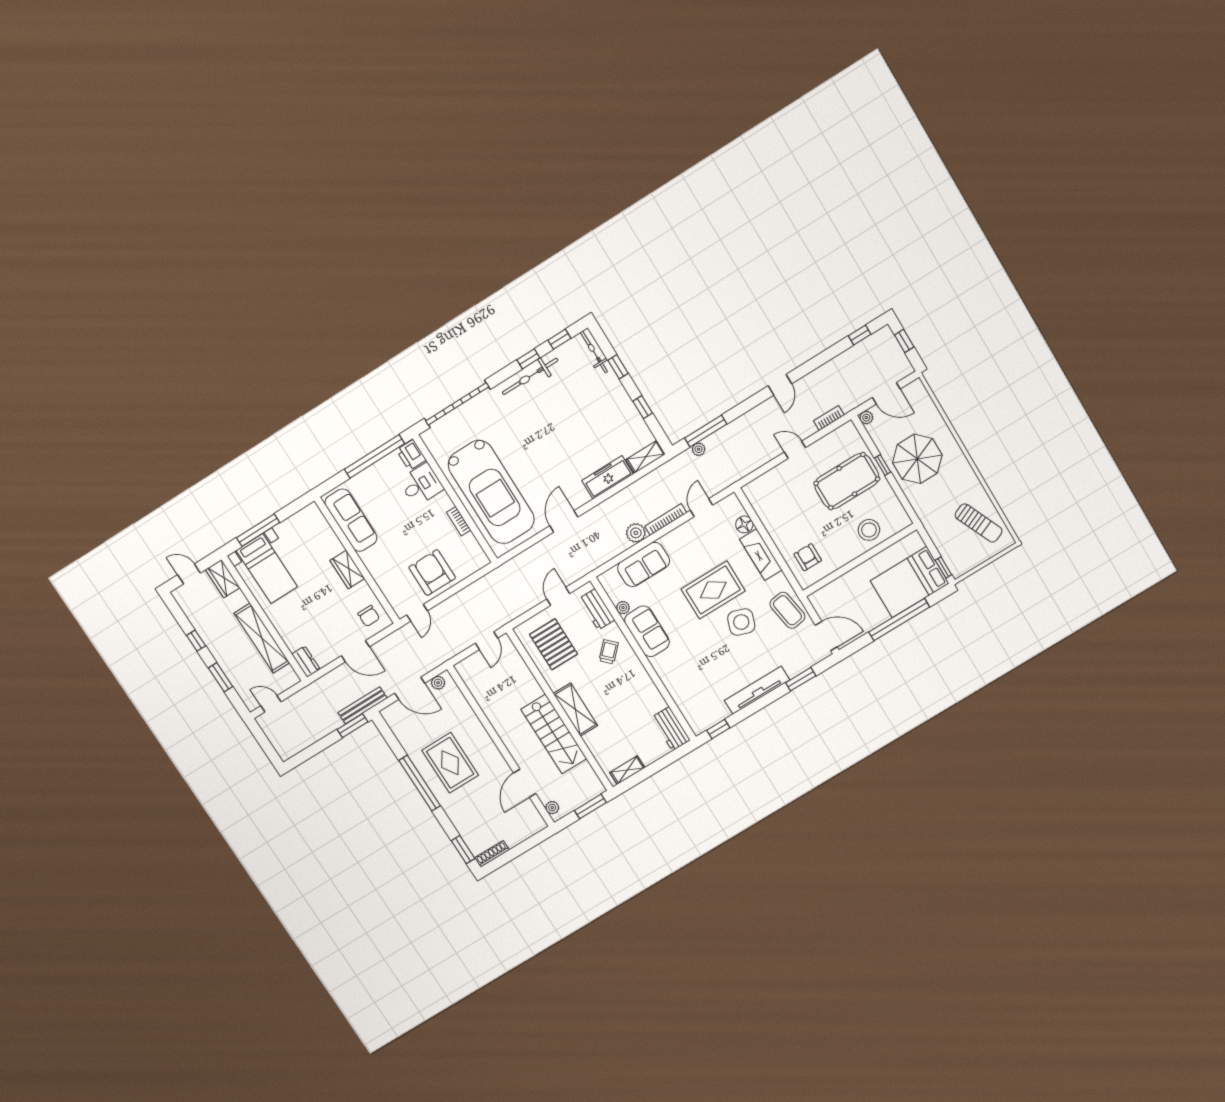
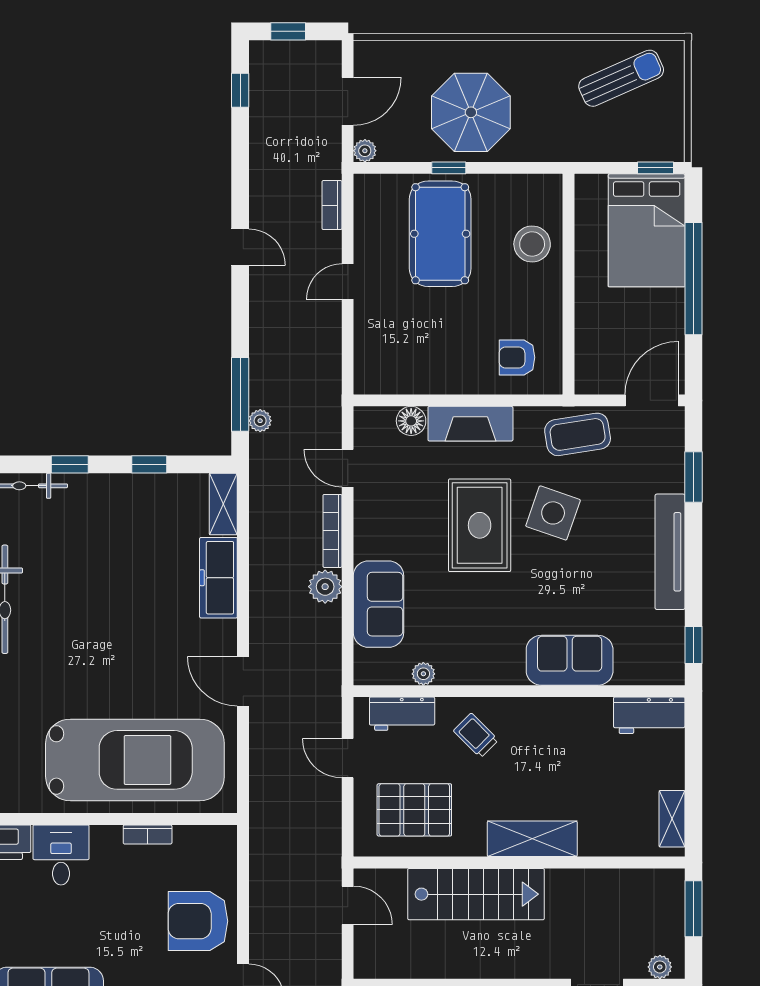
sofa: (647, 631) -> (570, 660), moved
stairs: (554, 734) -> (476, 894), moved

